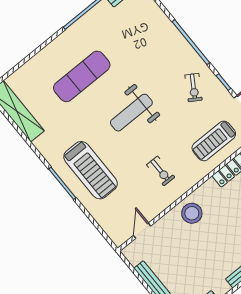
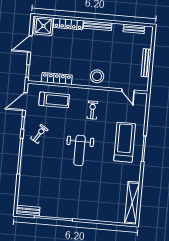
exercise mat: (82, 76) -> (86, 190), removed
weight bench: (131, 113) -> (80, 150), turned 90
door: (142, 231) -> (128, 91), hinge flipped

